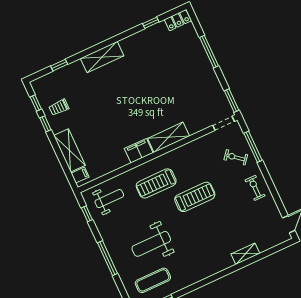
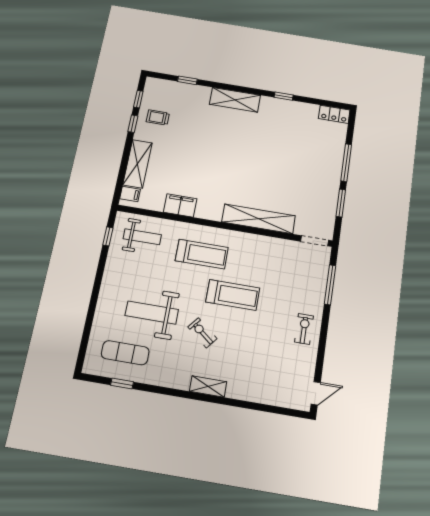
window: (151, 23) -> (284, 96), moved
window: (232, 101) -> (341, 203), moved
shelving: (169, 137) -> (259, 219), width x1.47
filing cabinet: (139, 151) -> (180, 205), moved
exercise bike: (236, 157) -> (202, 333), moved
treadmill: (156, 183) -> (202, 254), turned 180
shelving: (245, 254) -> (208, 387), moved
window: (107, 258) -> (95, 296), removed

